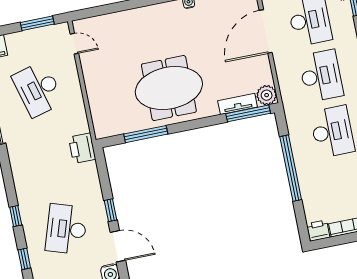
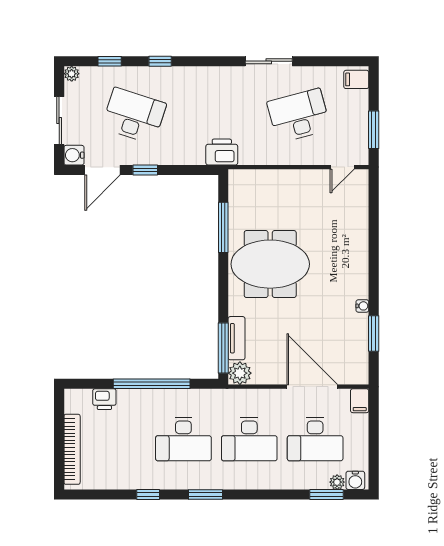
meeting table: (169, 88) -> (270, 264), turned 90
printer: (318, 231) -> (104, 399), moved, turned 90

